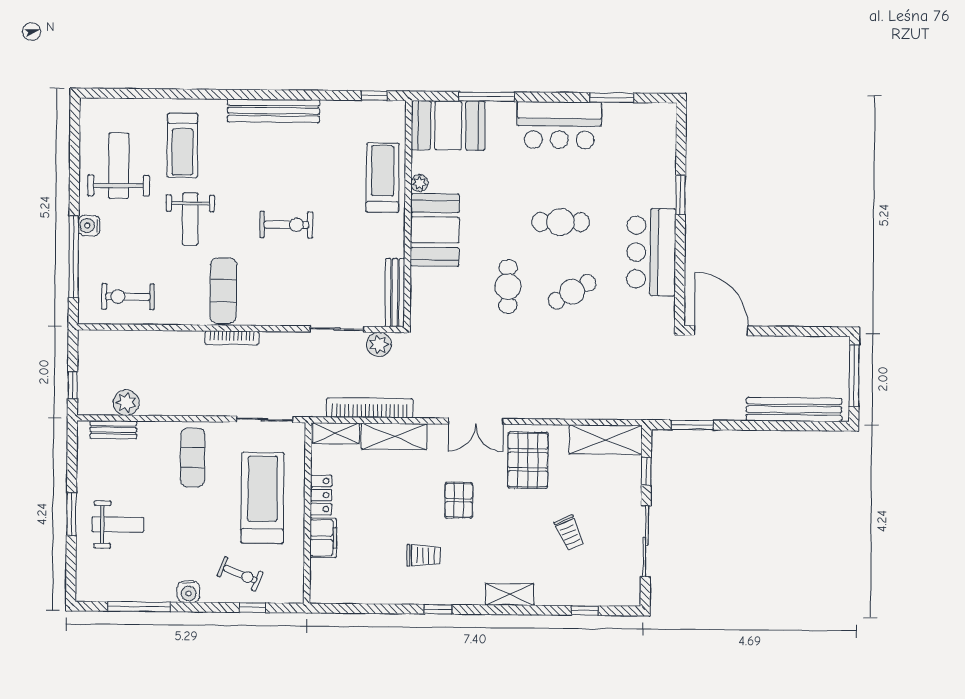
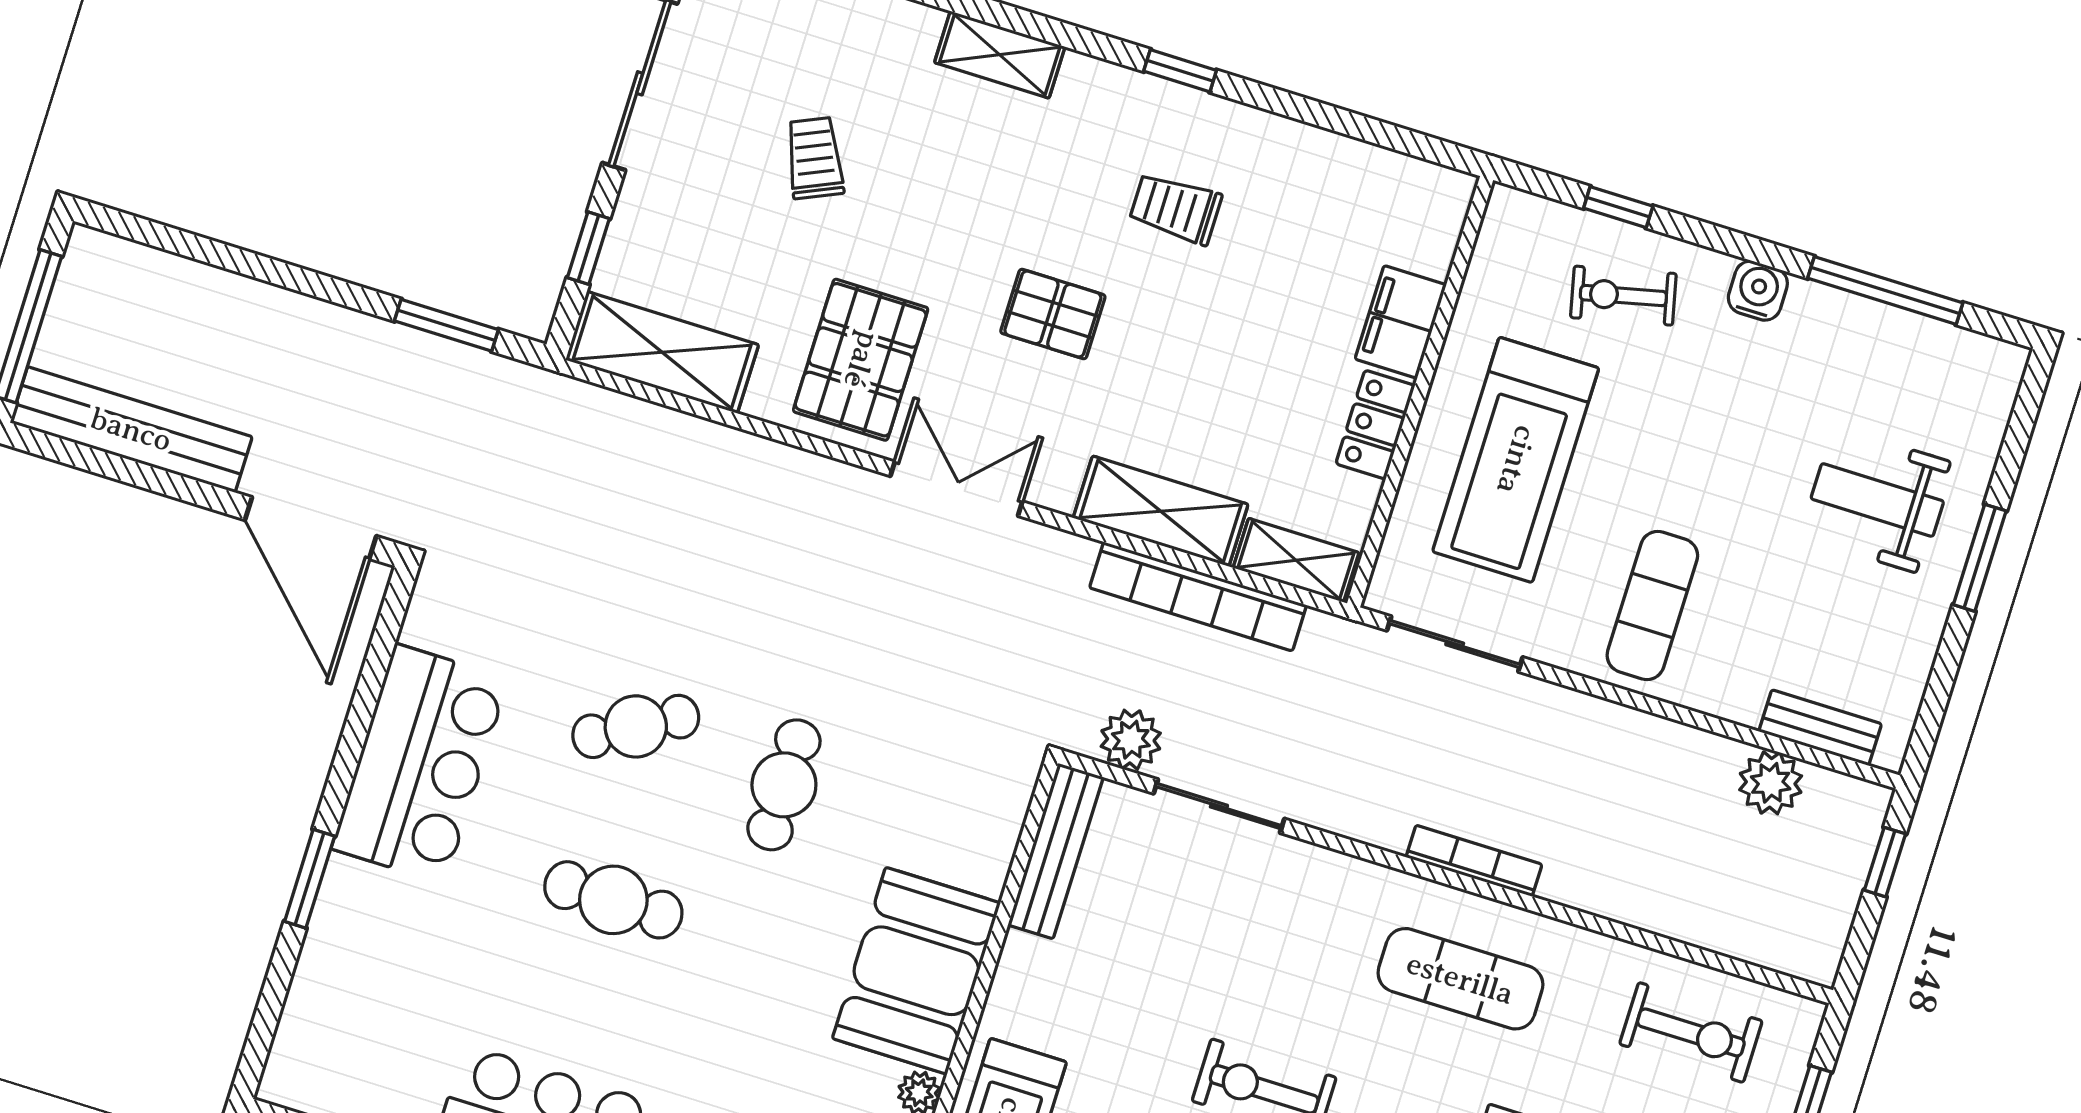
exercise mat: (223, 290) -> (1460, 979), turned 90
bench: (794, 409) -> (131, 430), moved
pallet: (459, 500) -> (1053, 314), turned 90
exercise bike: (240, 574) -> (1623, 296), turned -35

